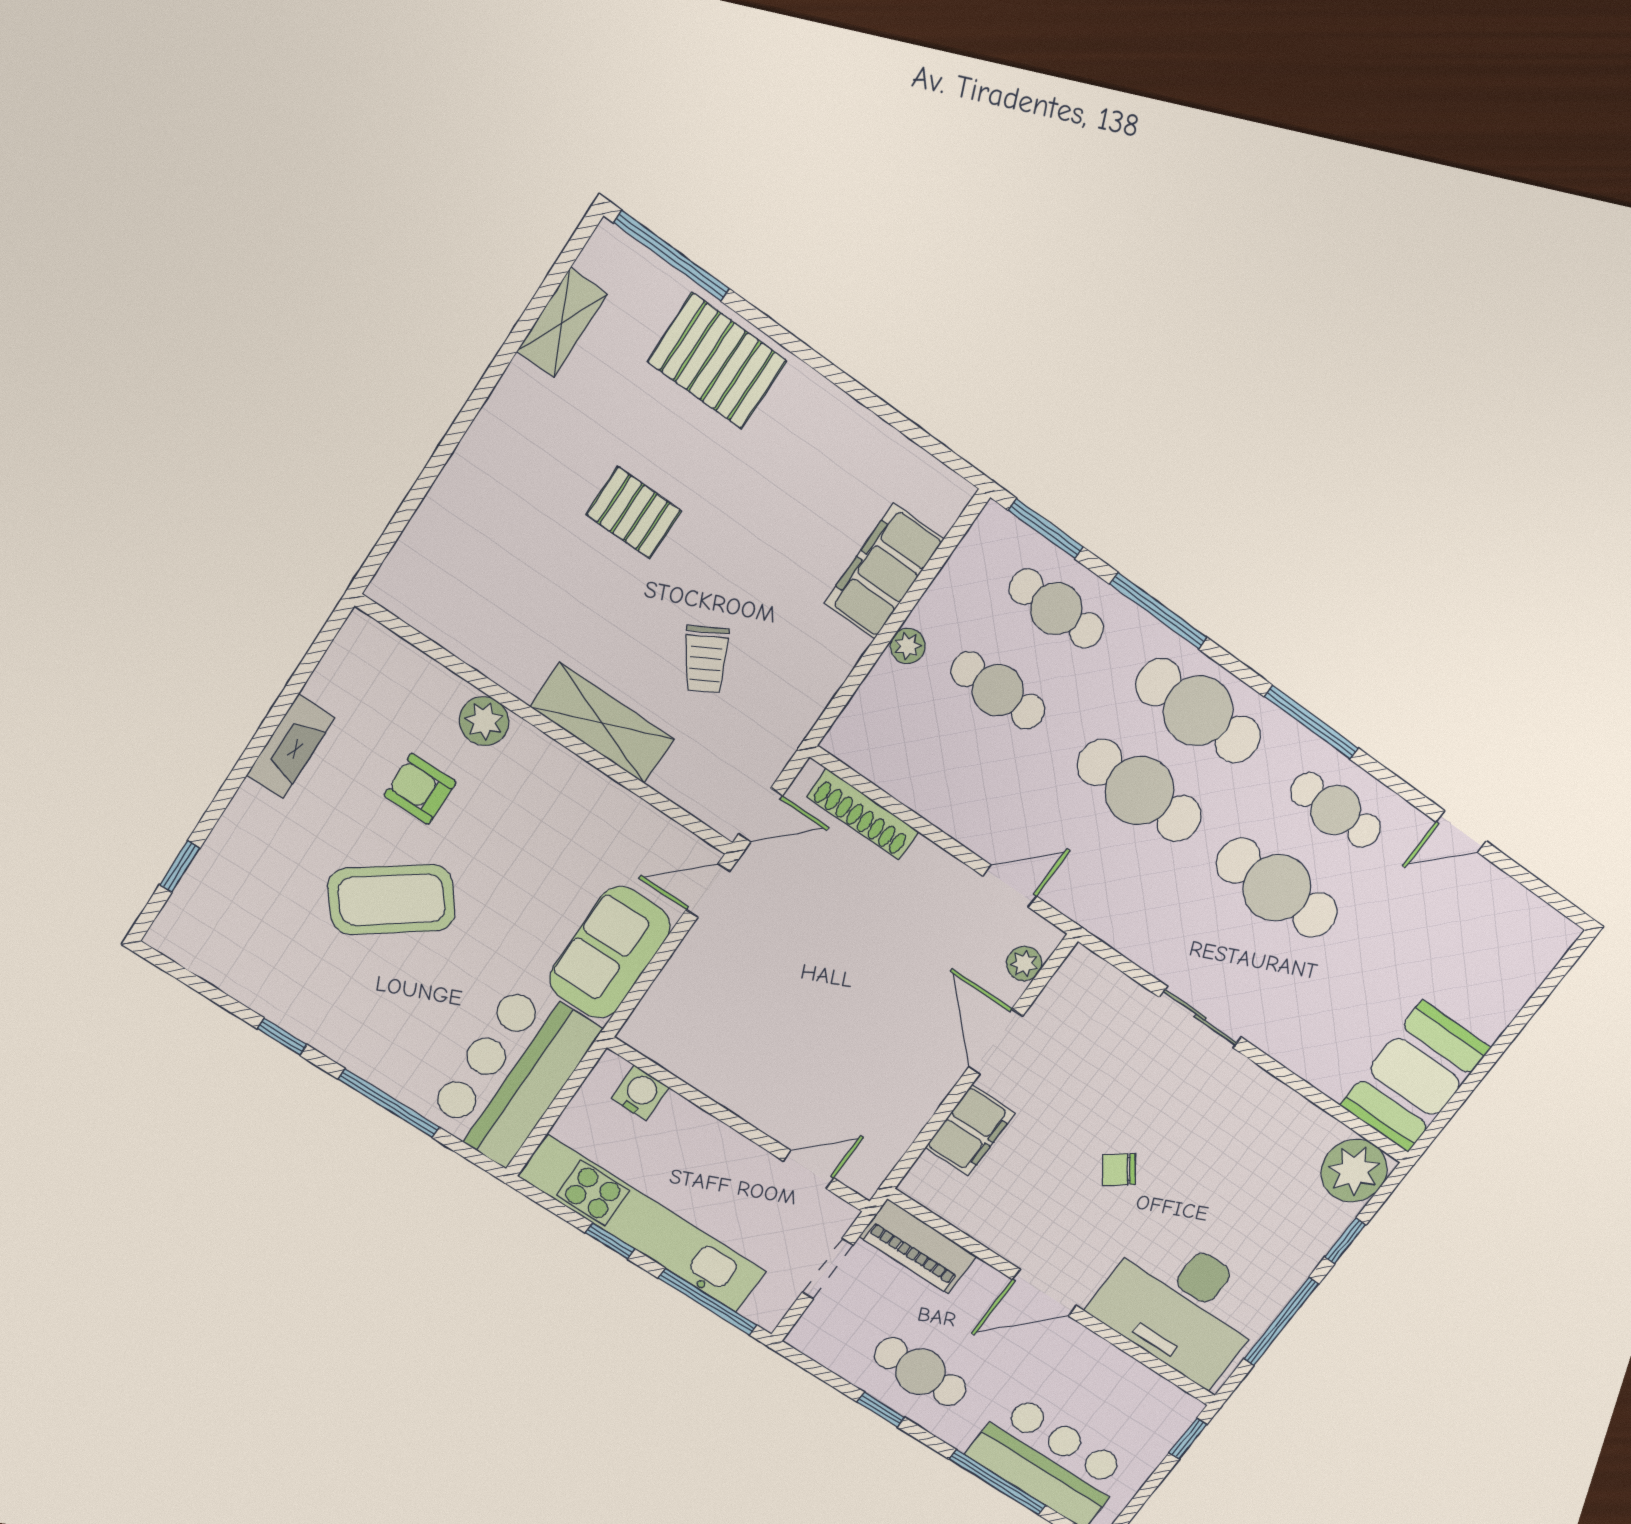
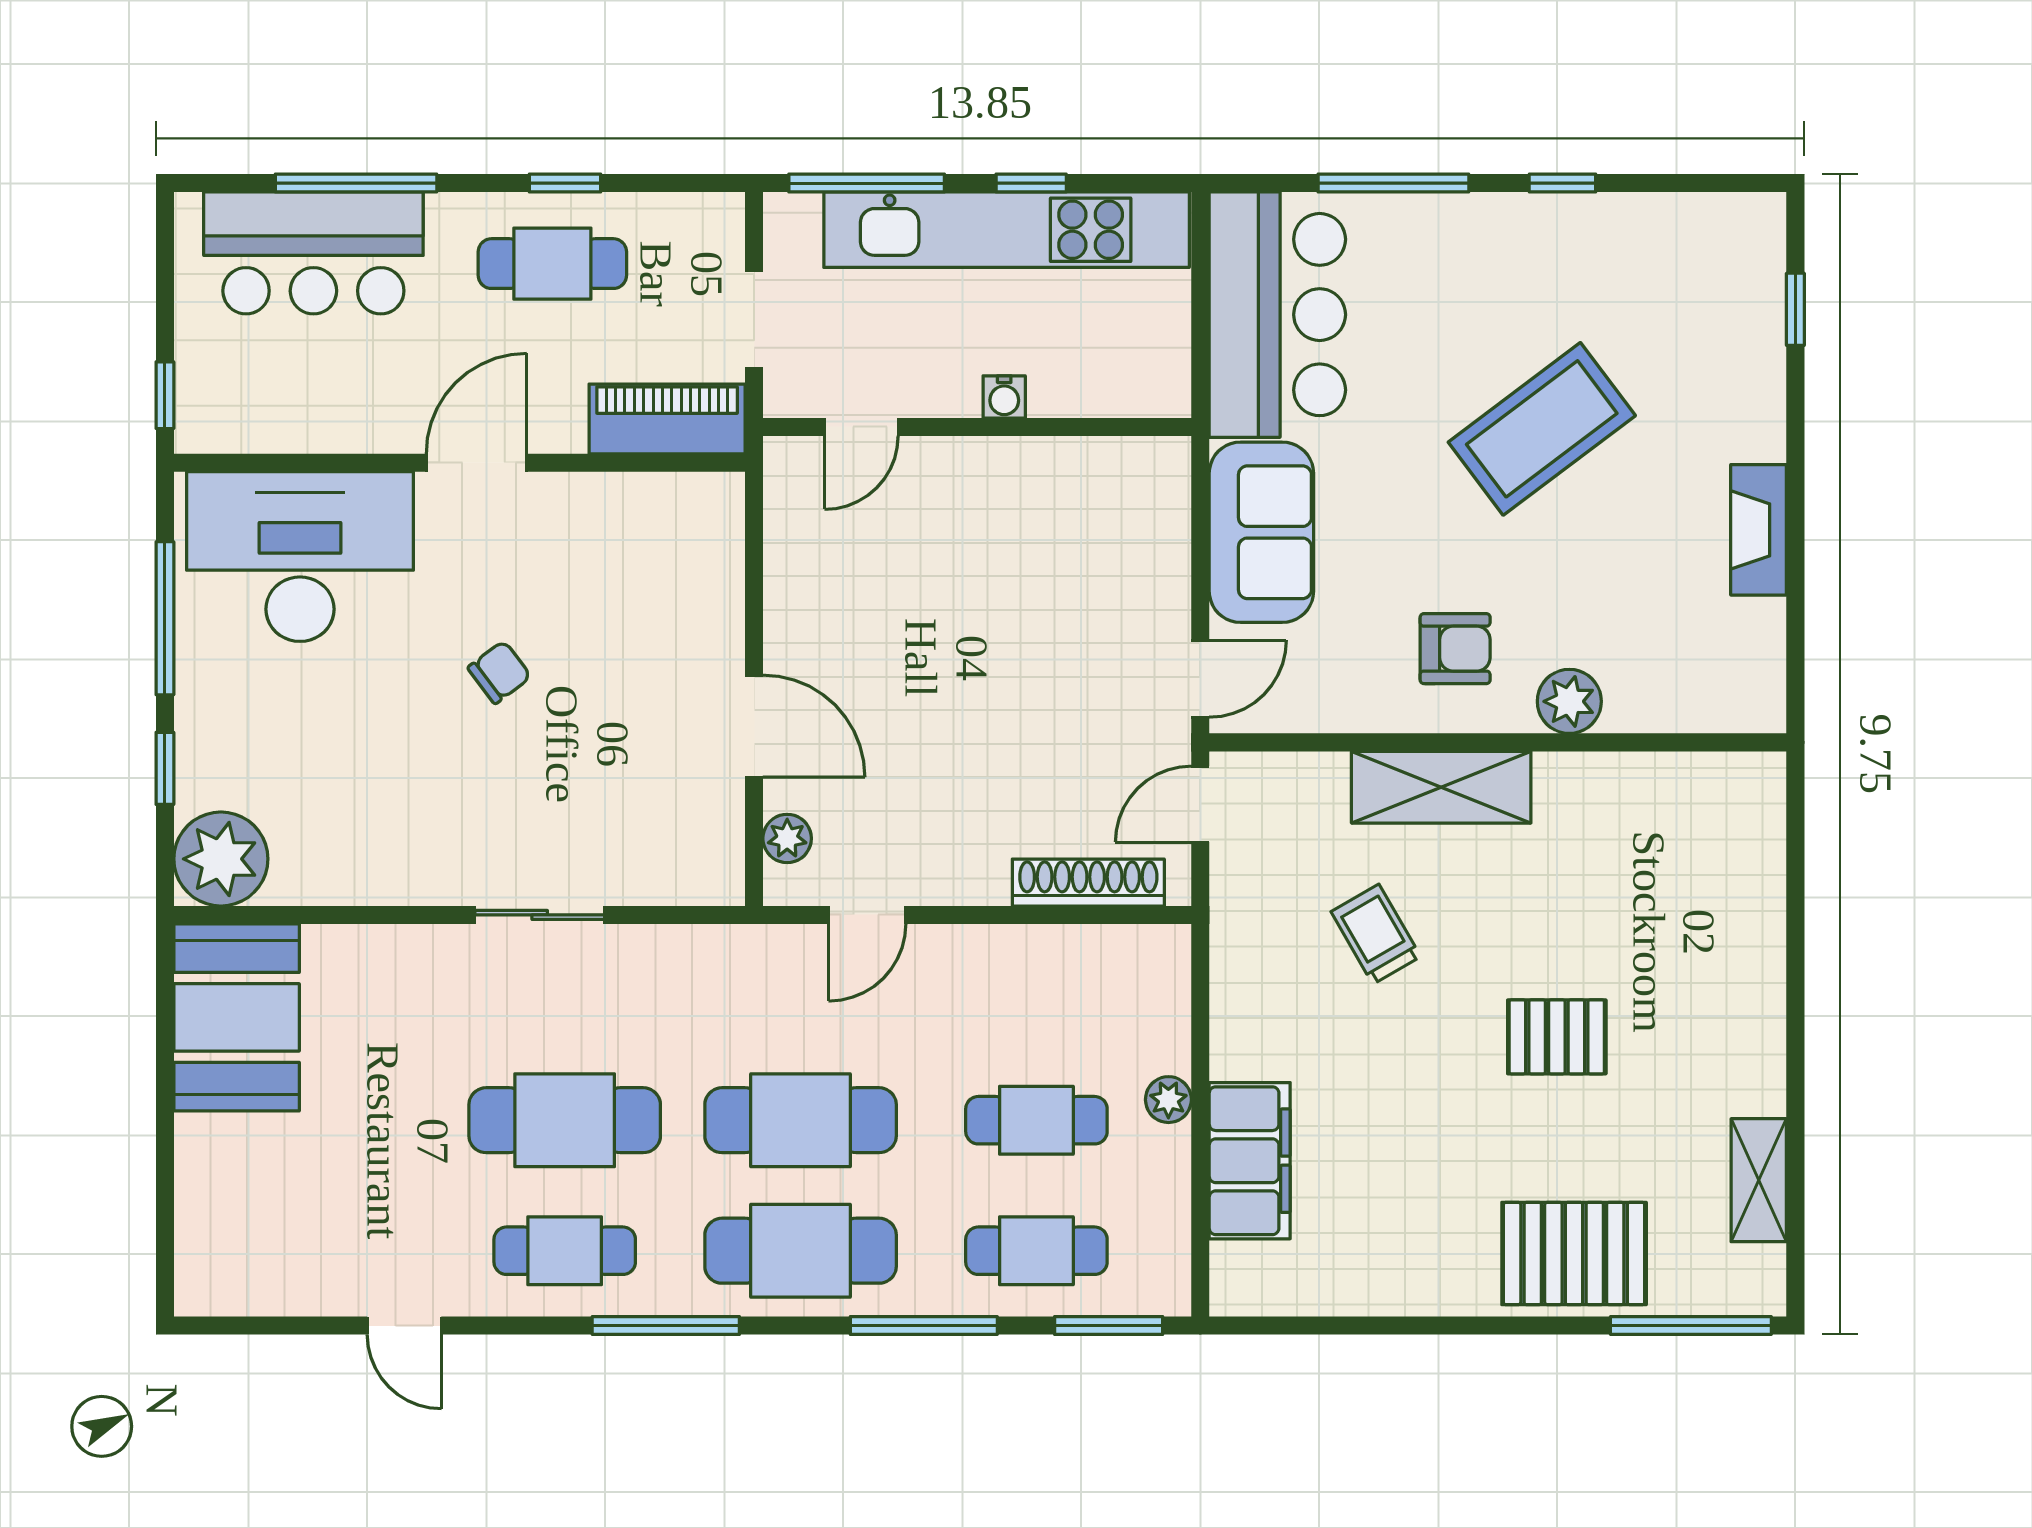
armchair: (420, 789) -> (1455, 649), moved
door: (1461, 832) -> (404, 1326), swing flipped
water cooler: (640, 1093) -> (1004, 397), moved, width x0.72, depth x0.72
filing cabinet: (970, 1130) -> (708, 601), removed

